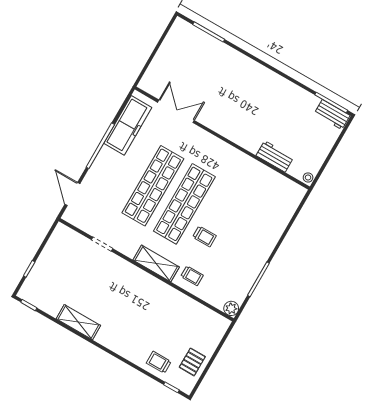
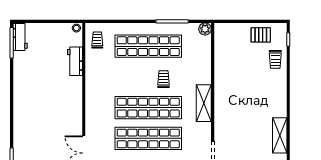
shop shelf: (247, 240) -> (148, 46), added
trolley: (192, 276) -> (97, 40), moved

